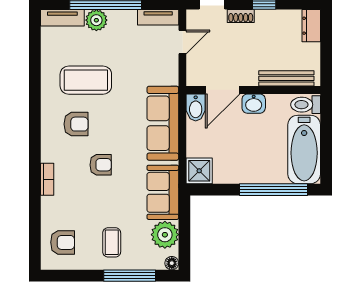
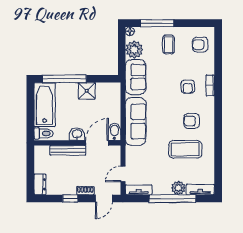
bench: (286, 78) -> (68, 150), moved
armchair: (101, 165) -> (188, 87), moved, turned -90
shower: (199, 171) -> (87, 91), moved

